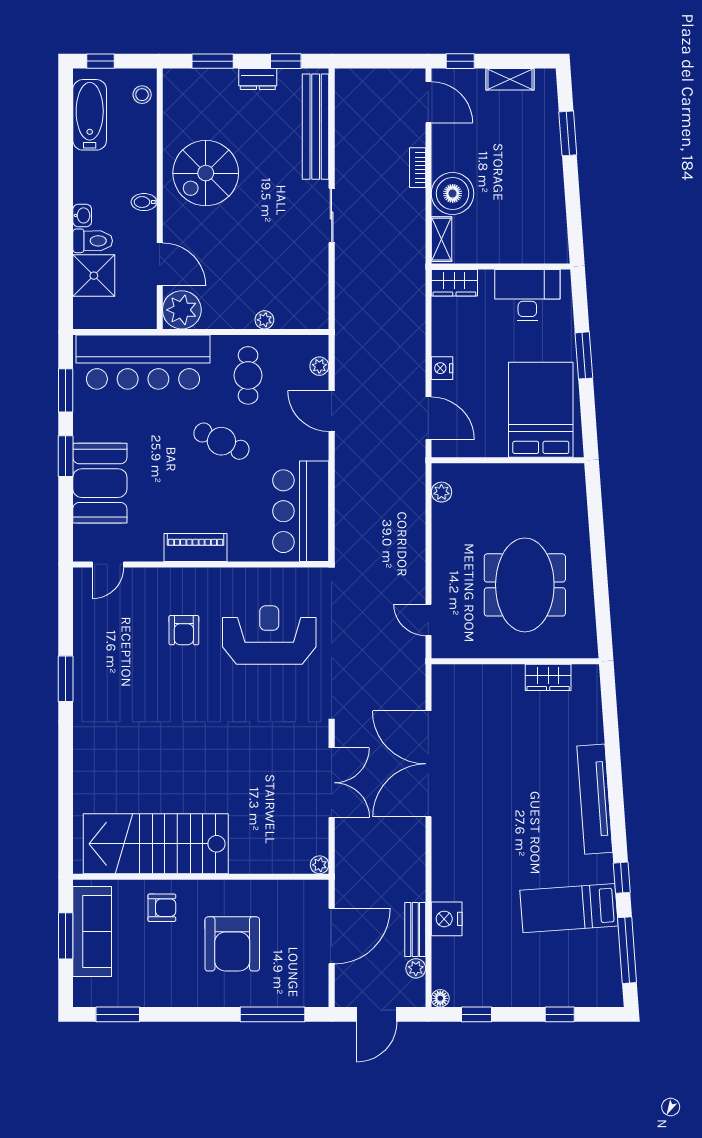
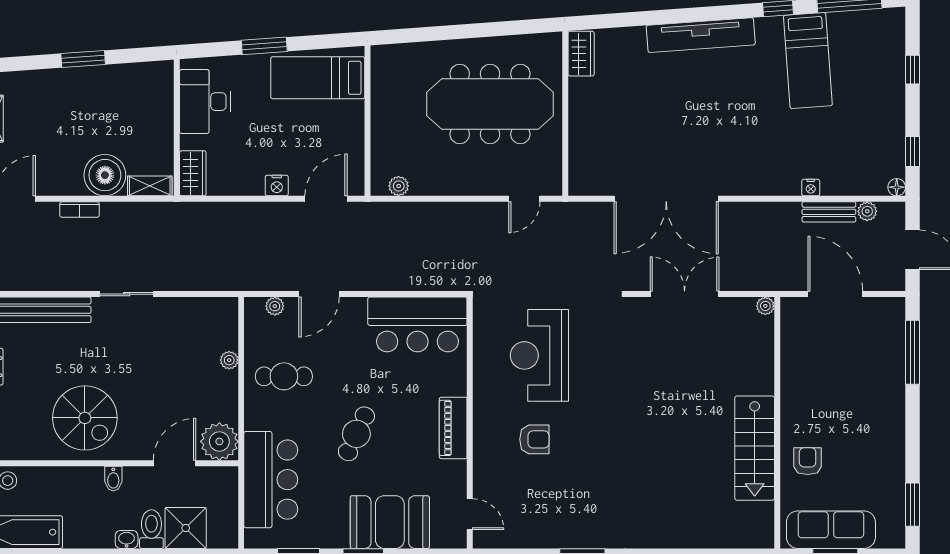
window: (568, 133) -> (83, 59), moved
bar counter: (143, 362) -> (271, 480), width x0.73
bed: (541, 410) -> (318, 78), width x0.67
cafe table: (221, 441) -> (356, 434), moved
meeting table: (525, 585) -> (490, 104), width x1.36
wardrobe: (548, 677) -> (581, 54), moved
stairs: (156, 844) -> (755, 448), width x0.73, depth x0.66
nightstand: (447, 919) -> (811, 188), width x0.53, depth x0.56
armchair: (232, 944) -> (843, 392), removed

